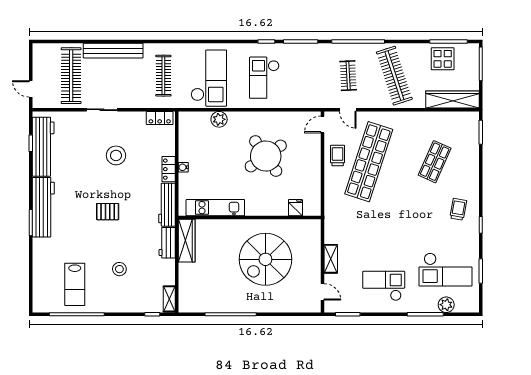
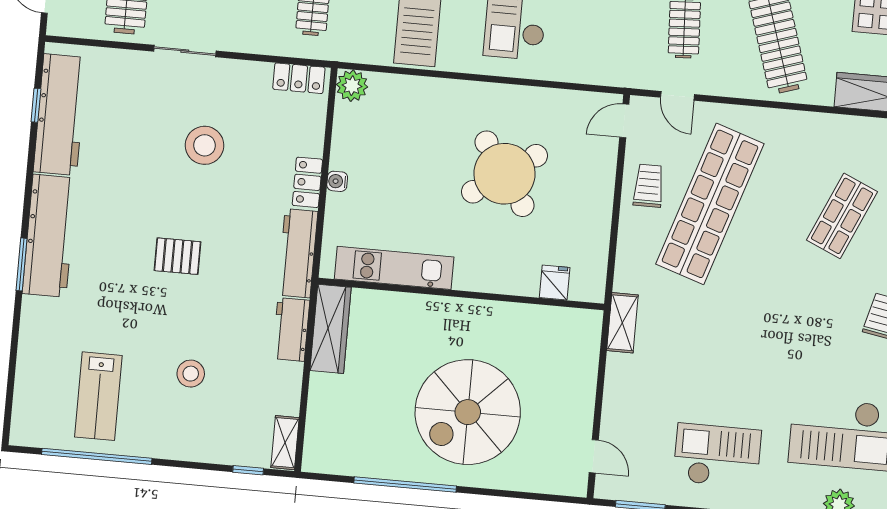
plant: (219, 119) -> (352, 86), moved
spiral stairs: (265, 259) -> (468, 412), moved
shelving: (331, 259) -> (622, 323), moved

